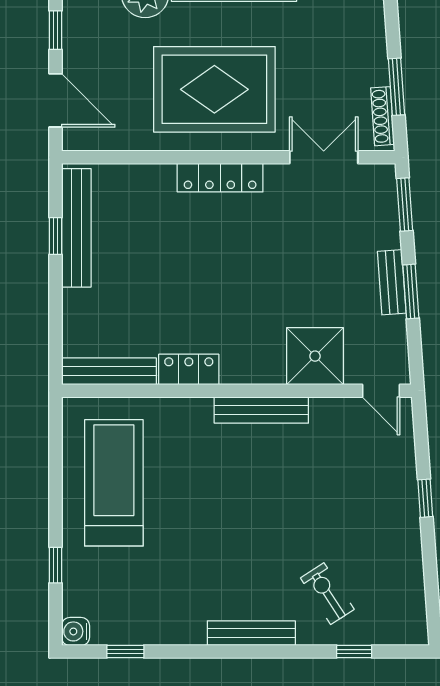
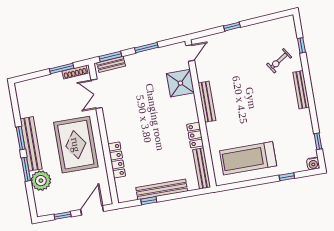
locker: (220, 178) -> (117, 160), moved
bench: (76, 228) -> (162, 189), moved
bench: (392, 282) -> (111, 64), moved

